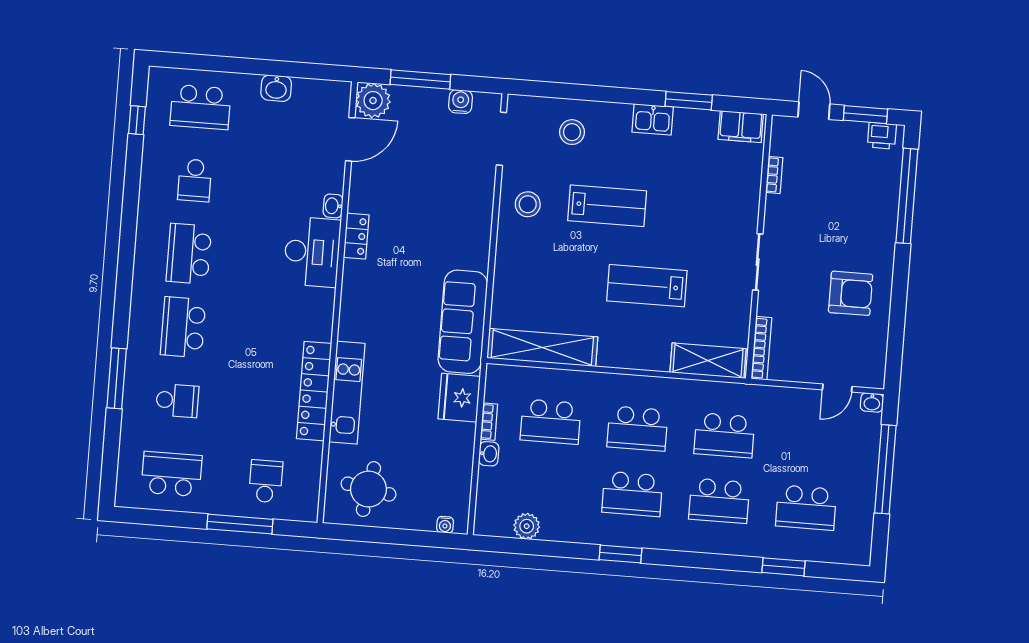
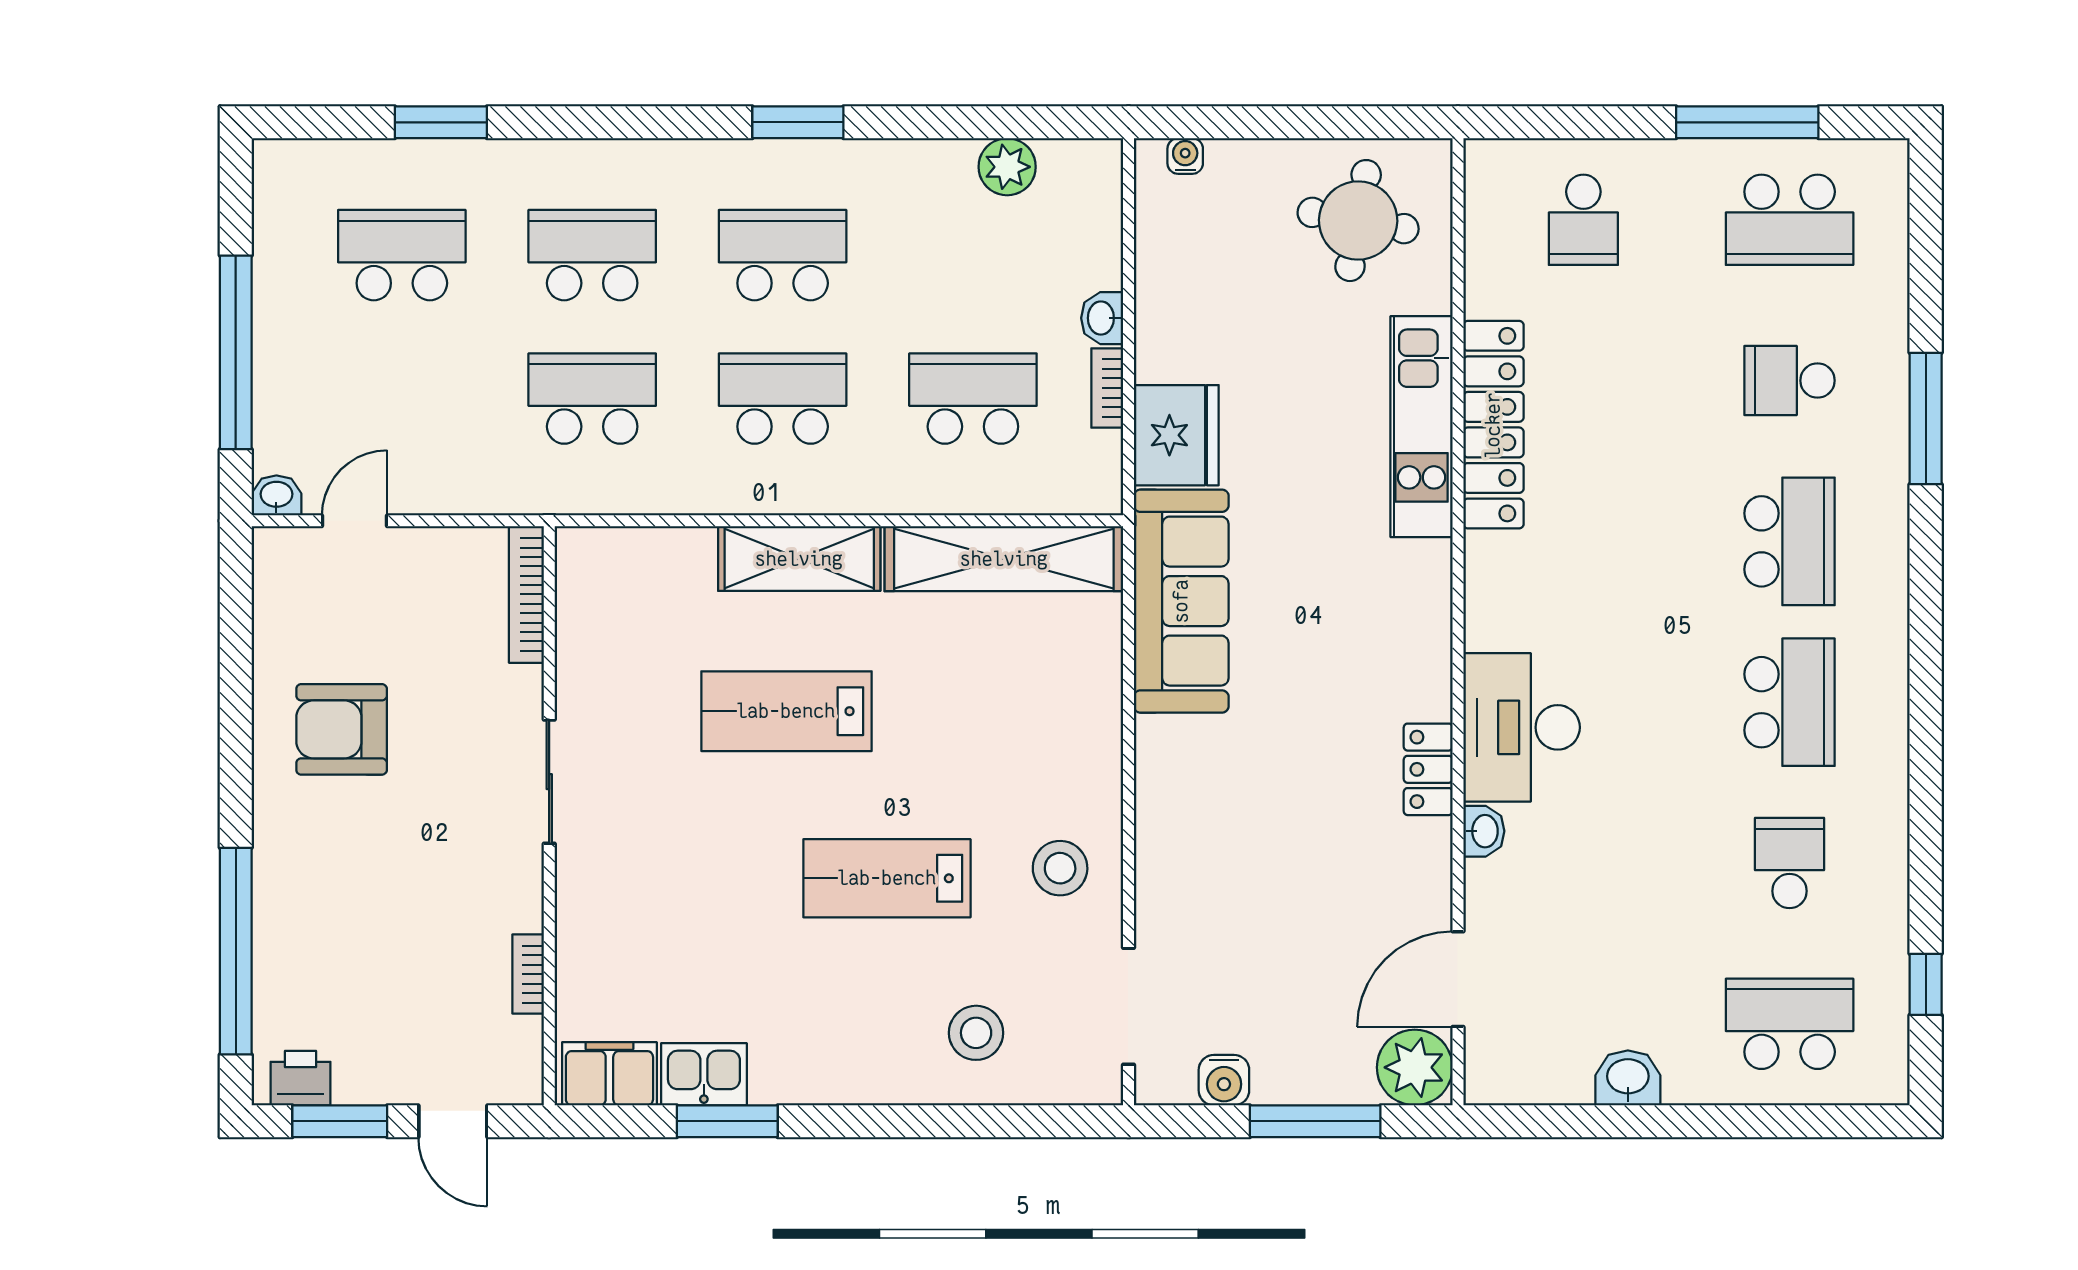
kitchen sink: (653, 119) -> (704, 1074), moved
lab bench: (647, 286) -> (786, 711), turned 180
shelving: (708, 361) -> (799, 559), moved
window: (240, 524) -> (1747, 122), moved

